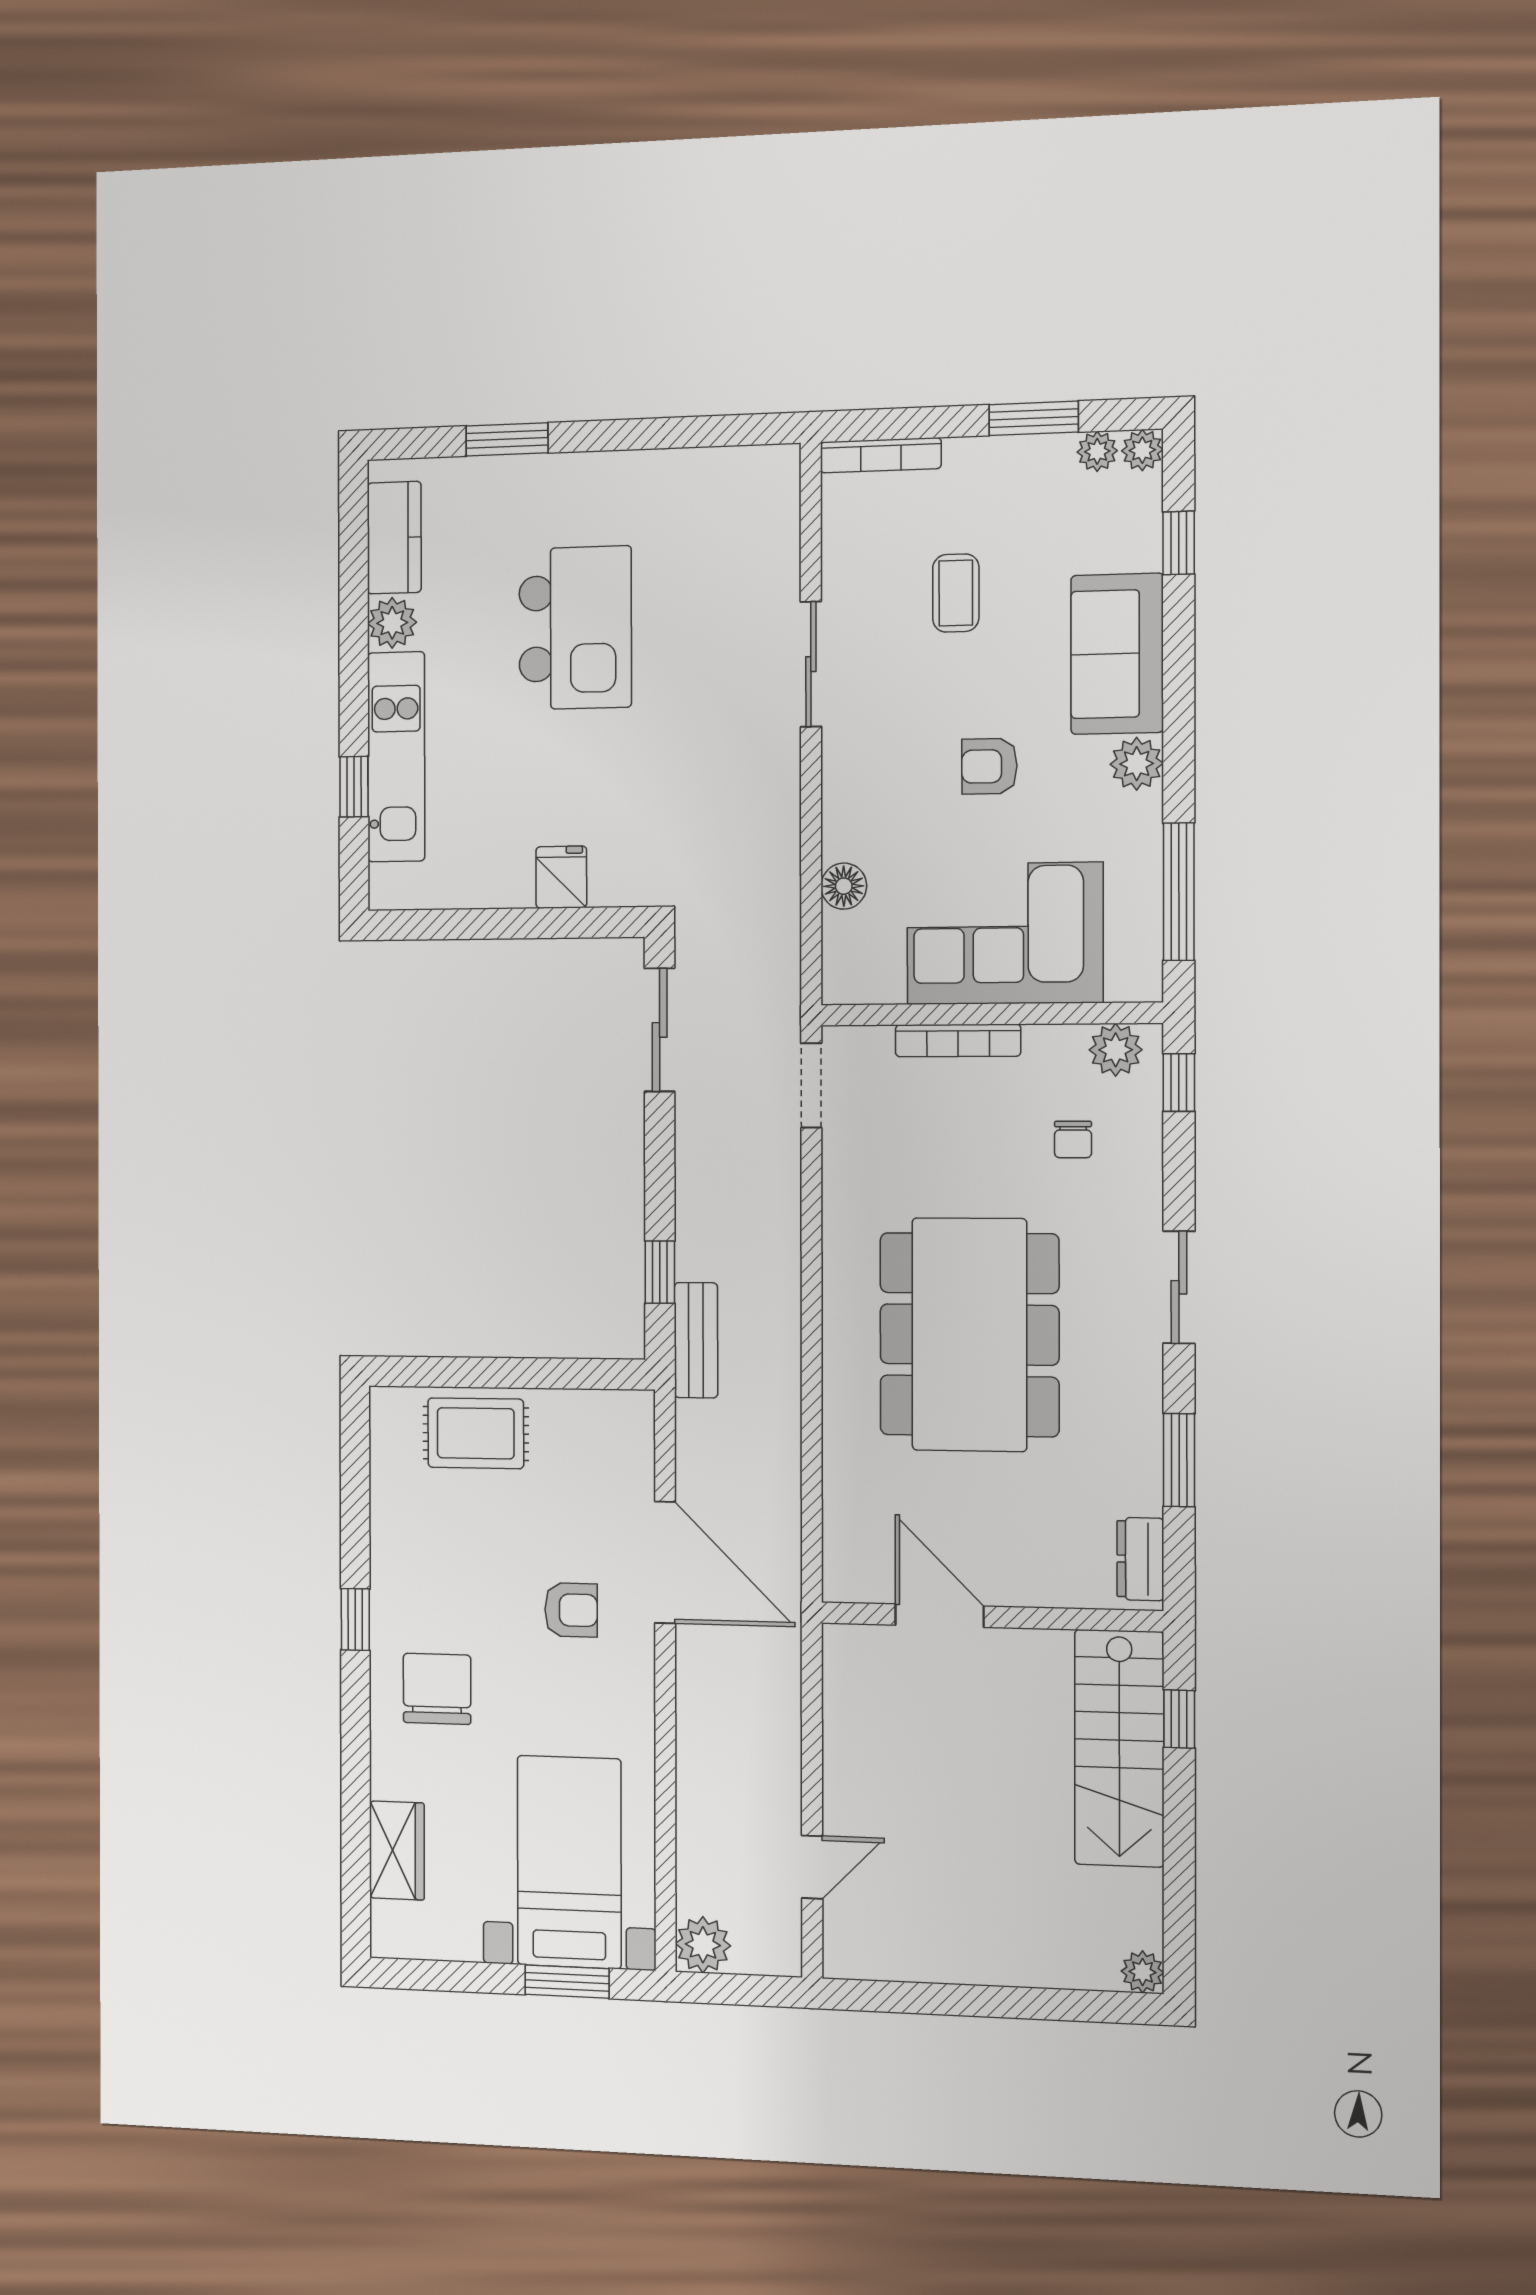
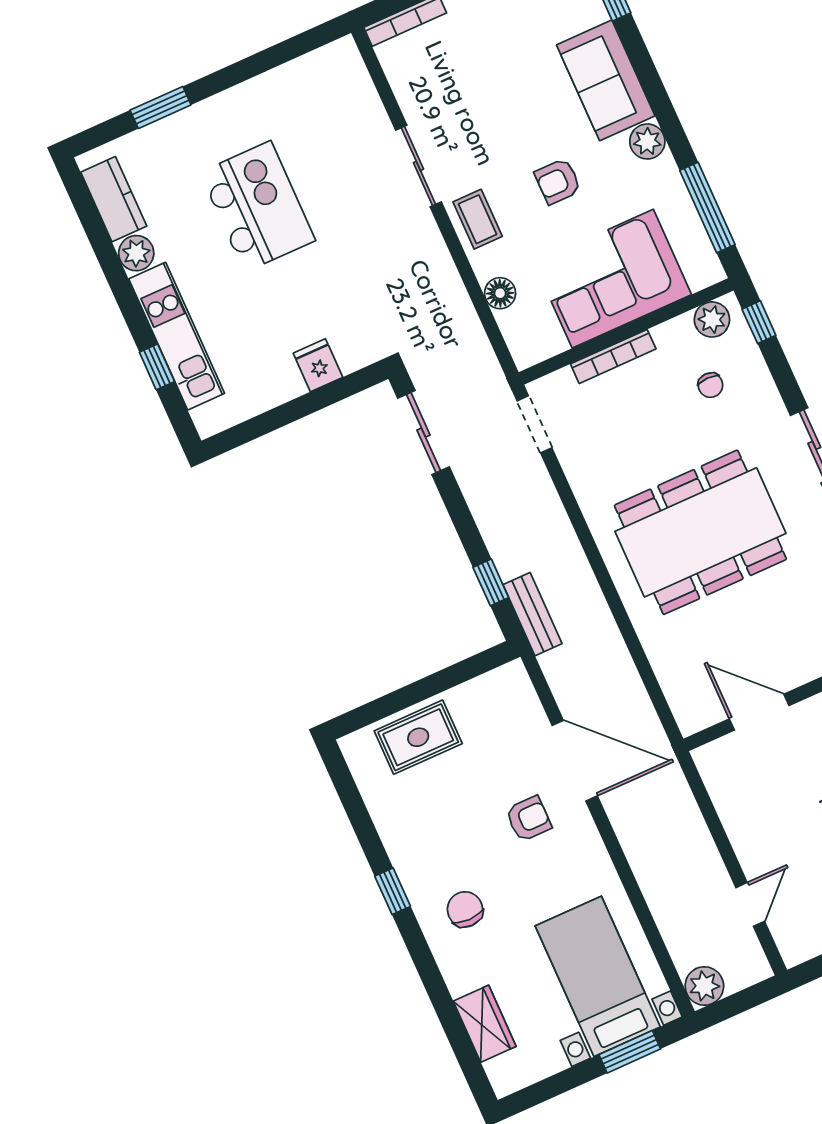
coffee table: (956, 593) -> (478, 219), moved
dining table: (969, 1335) -> (700, 532), turned 90
chair: (437, 1689) -> (465, 909), width x0.73, depth x0.73

